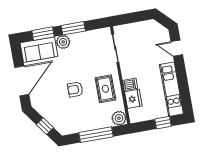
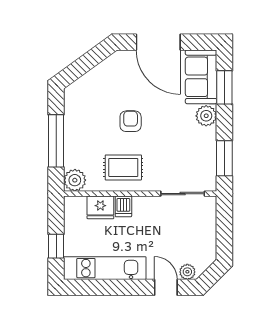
window: (73, 28) -> (224, 158), moved
plant: (164, 36) -> (187, 272), added
door: (177, 48) -> (166, 287), hinge flipped
window: (45, 126) -> (83, 65), removed

